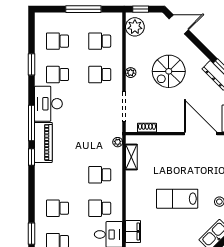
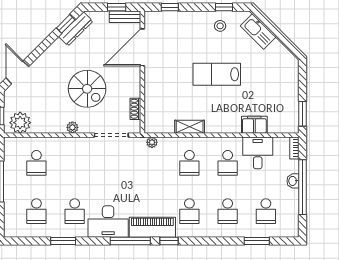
spiral stairs: (169, 71) -> (87, 89), moved
school desk: (100, 75) -> (189, 211), moved
shelving: (131, 157) -> (190, 127), moved
lab bench: (177, 199) -> (217, 74), turned 90

